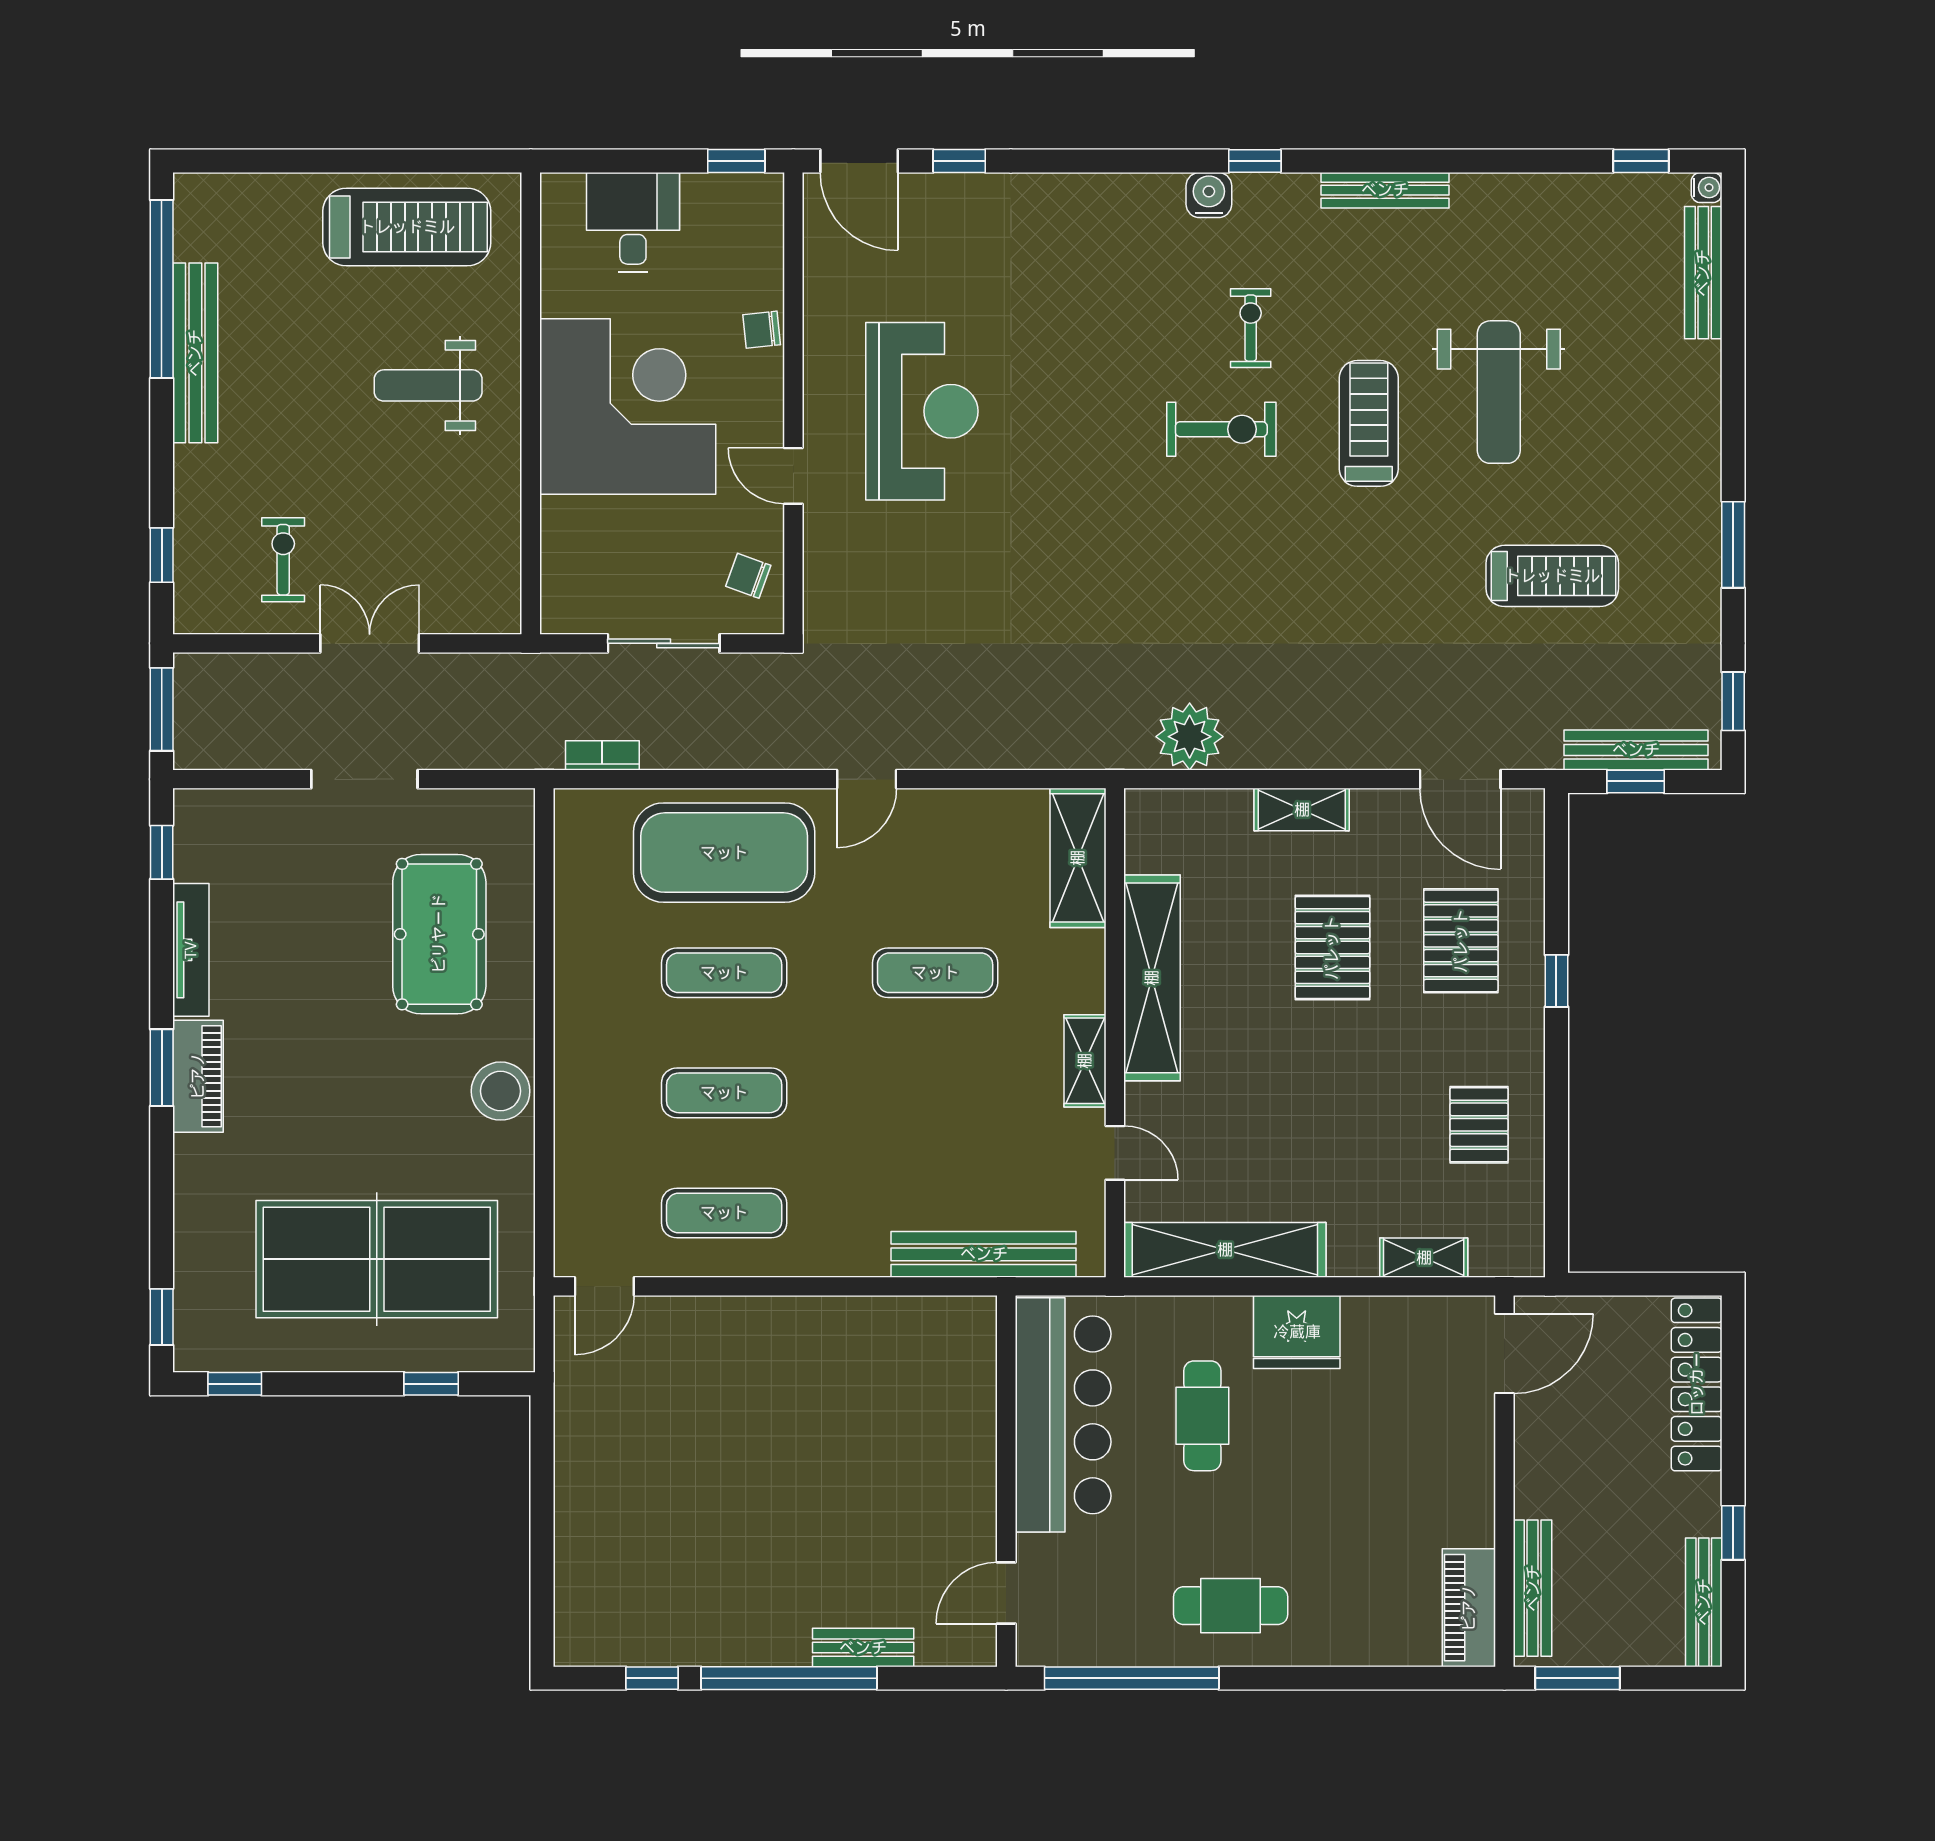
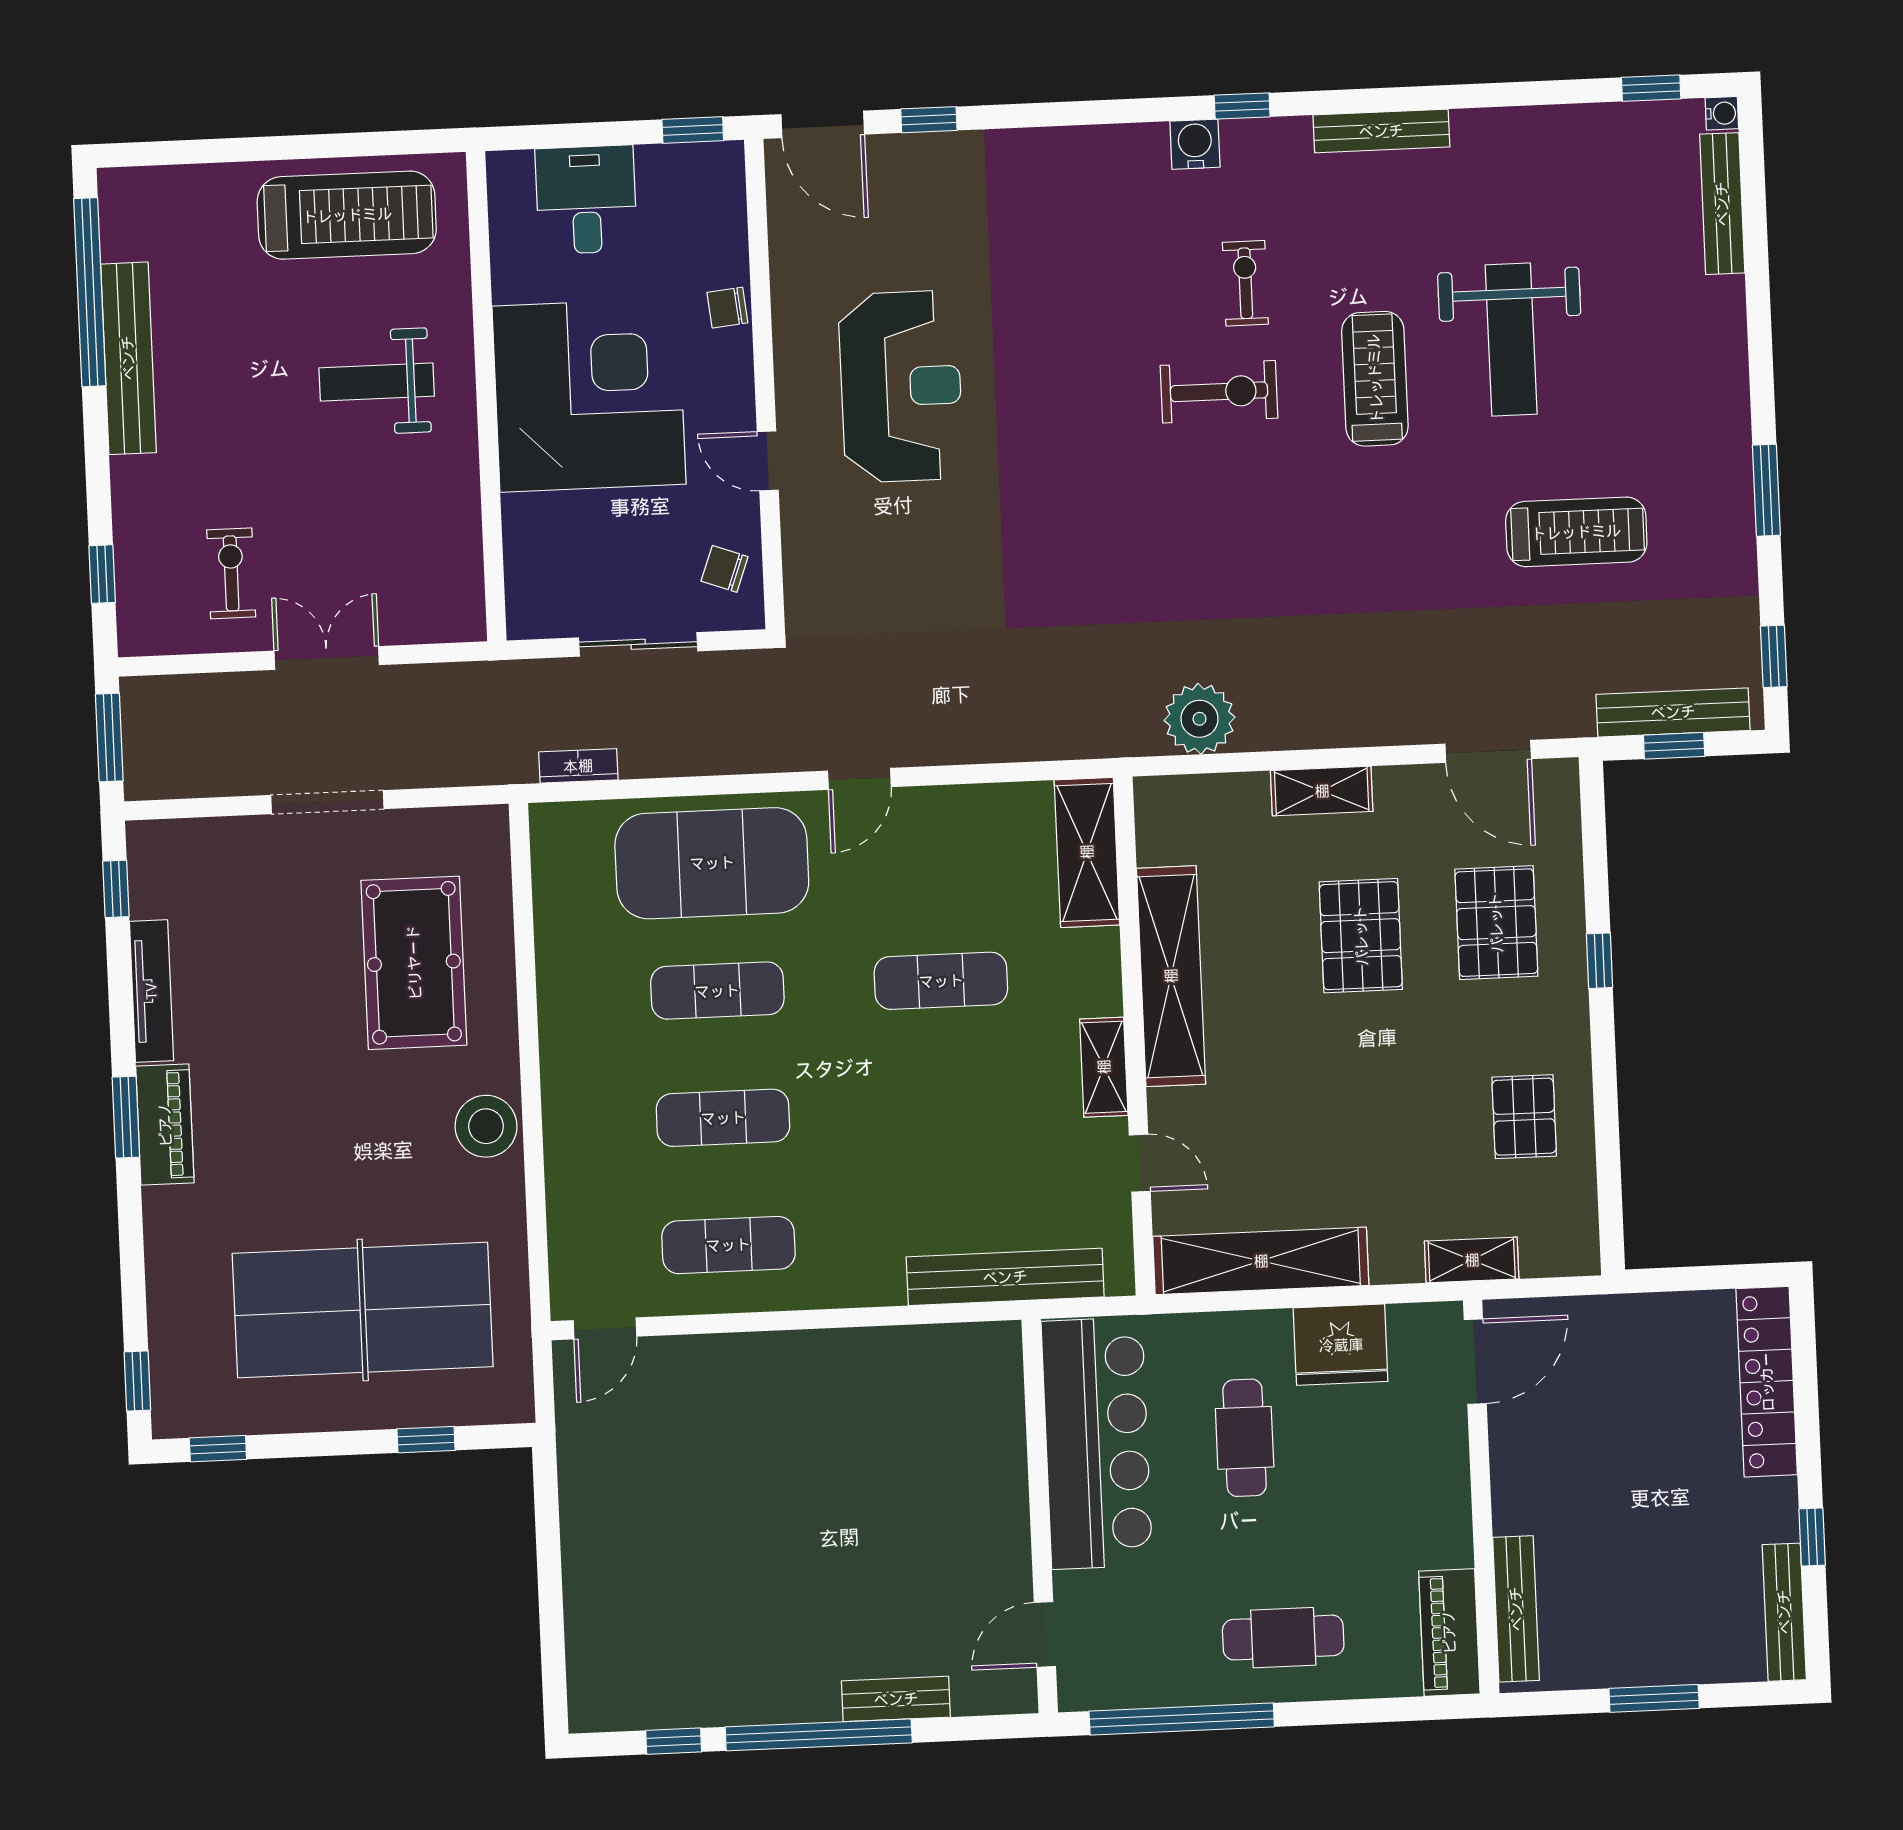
door: (1504, 1354) -> (1475, 1362), moved
wall: (1504, 1481) -> (1481, 1497), moved
bench: (1533, 1588) -> (1516, 1609), moved
piano: (1469, 1608) -> (1449, 1632), moved

